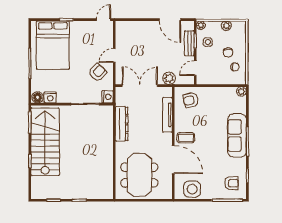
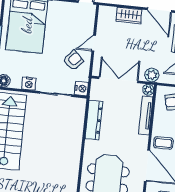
wardrobe: (143, 27) -> (129, 15), added
plant: (167, 92) -> (148, 90), added
nightstand: (50, 97) -> (29, 84), moved

